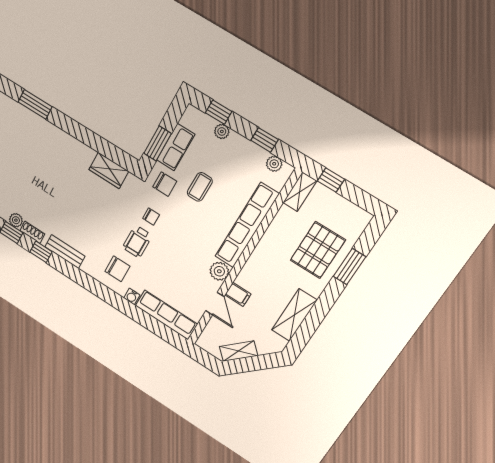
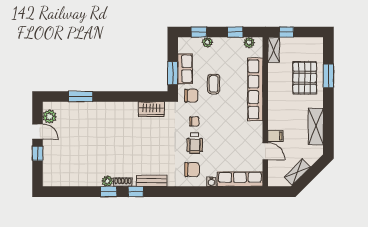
plant: (219, 271) -> (256, 129), removed

